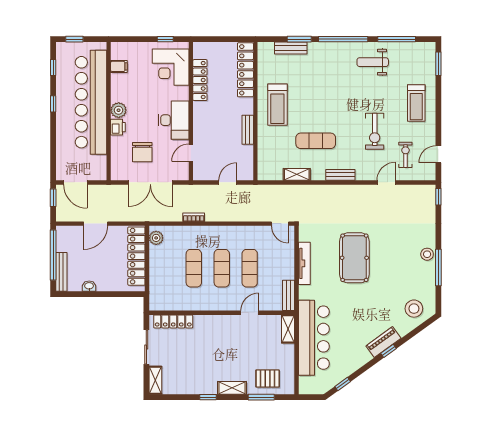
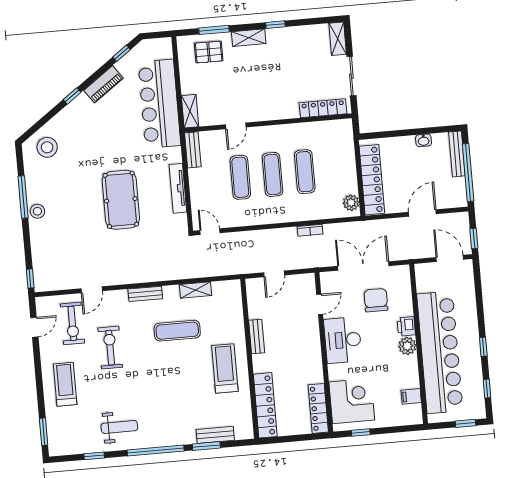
window: (397, 39) -> (94, 456), width x0.46
locker: (200, 80) -> (318, 408), moved
exercise bike: (405, 155) -> (72, 323), width x1.38, depth x1.39
piano: (383, 342) -> (103, 84), moved

